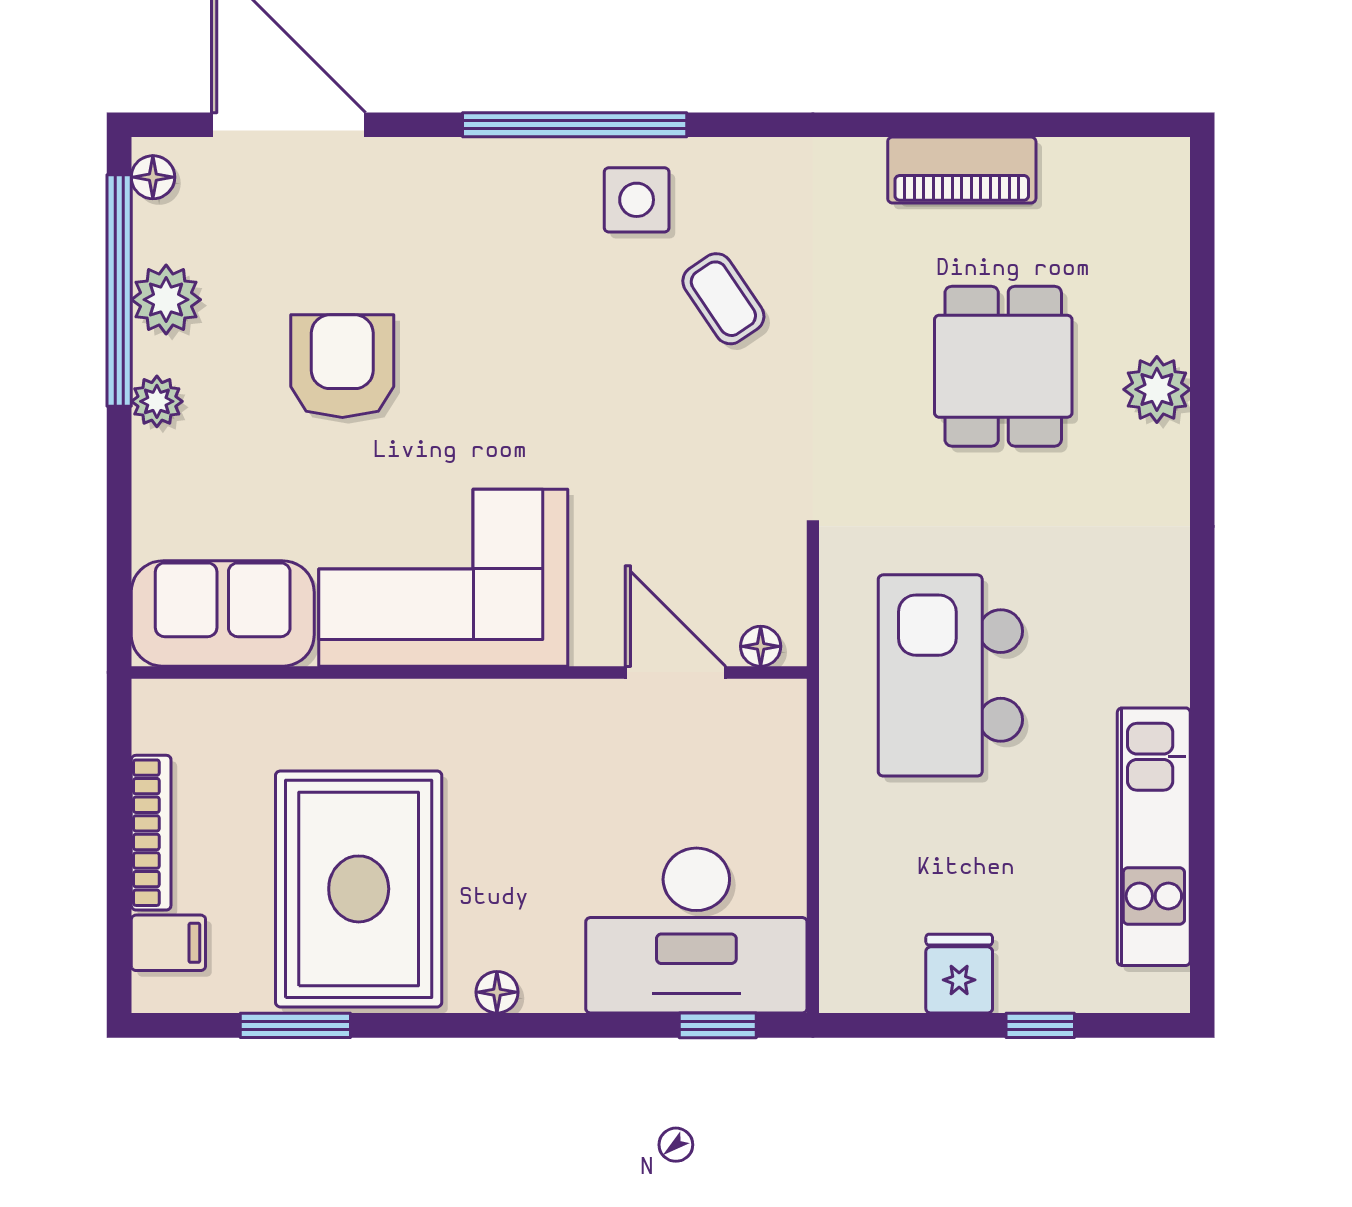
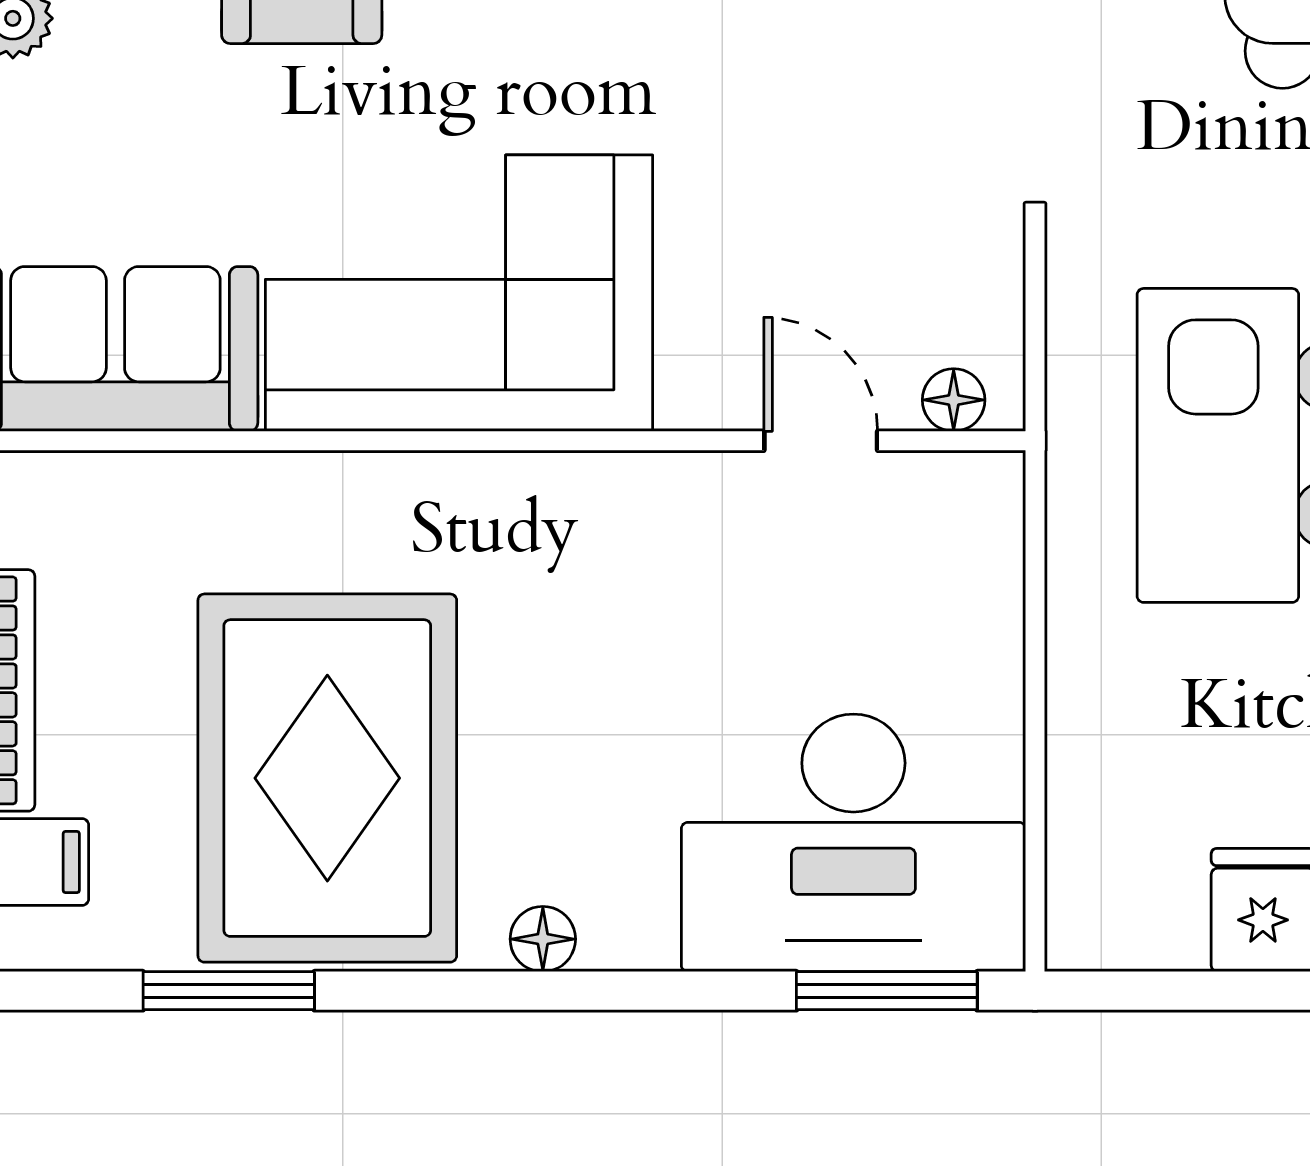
door: (675, 672) -> (821, 441), width x0.73
window: (718, 1025) -> (887, 991), width x1.50

